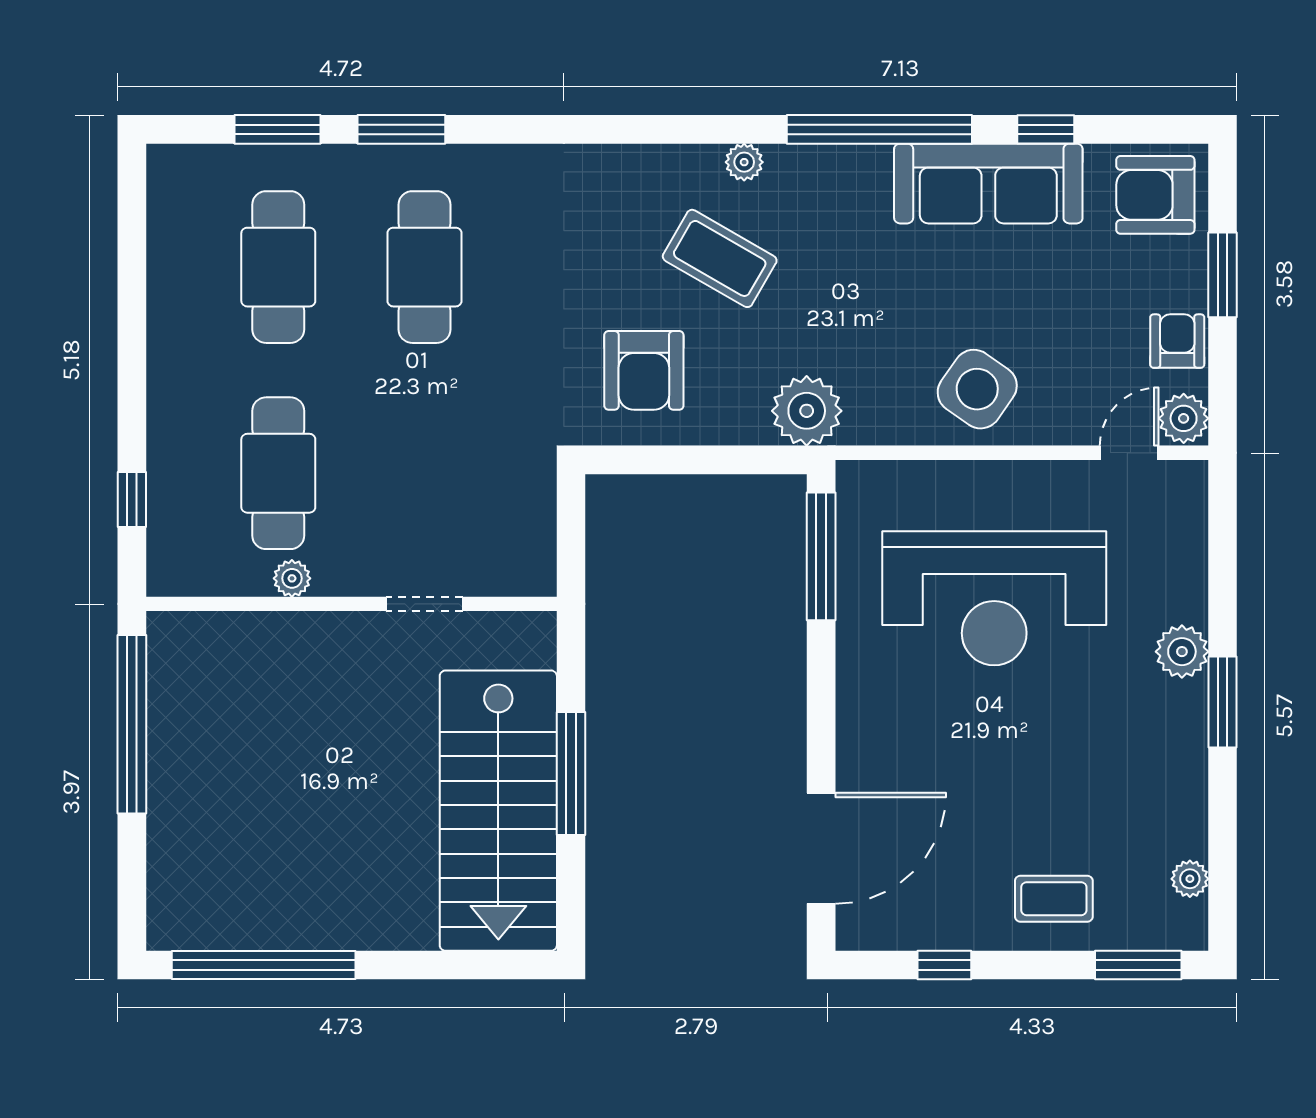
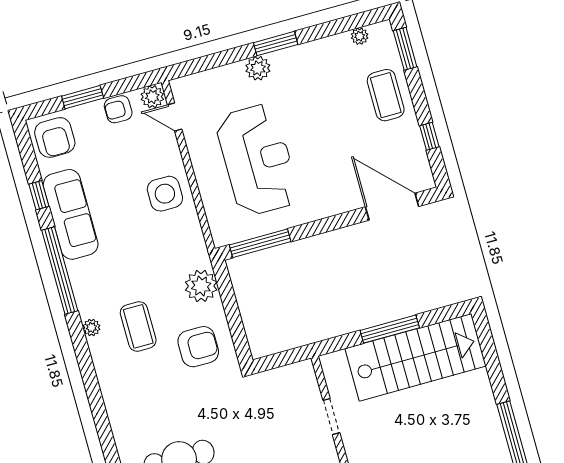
coffee table: (720, 258) -> (138, 326), turned -30
side table: (977, 389) -> (165, 194), turned -35
plant: (807, 411) -> (201, 286), moved
coffee table: (1054, 899) -> (386, 95), width x1.36, depth x1.30

